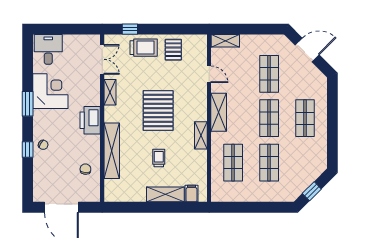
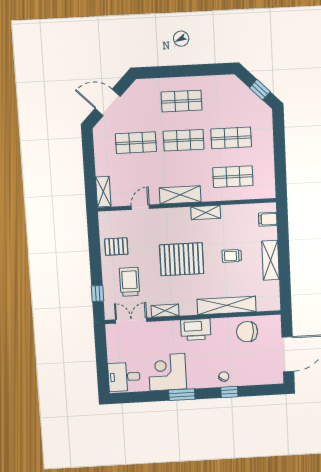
trolley: (144, 48) -> (130, 282), moved
door: (307, 50) -> (108, 102), hinge flipped
chair: (85, 169) -> (247, 332), width x1.87, depth x1.87
shelving: (165, 194) -> (271, 260), moved

